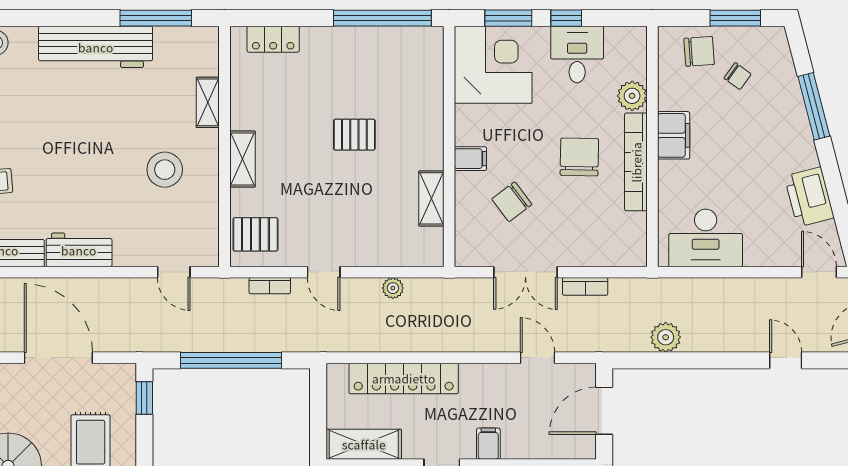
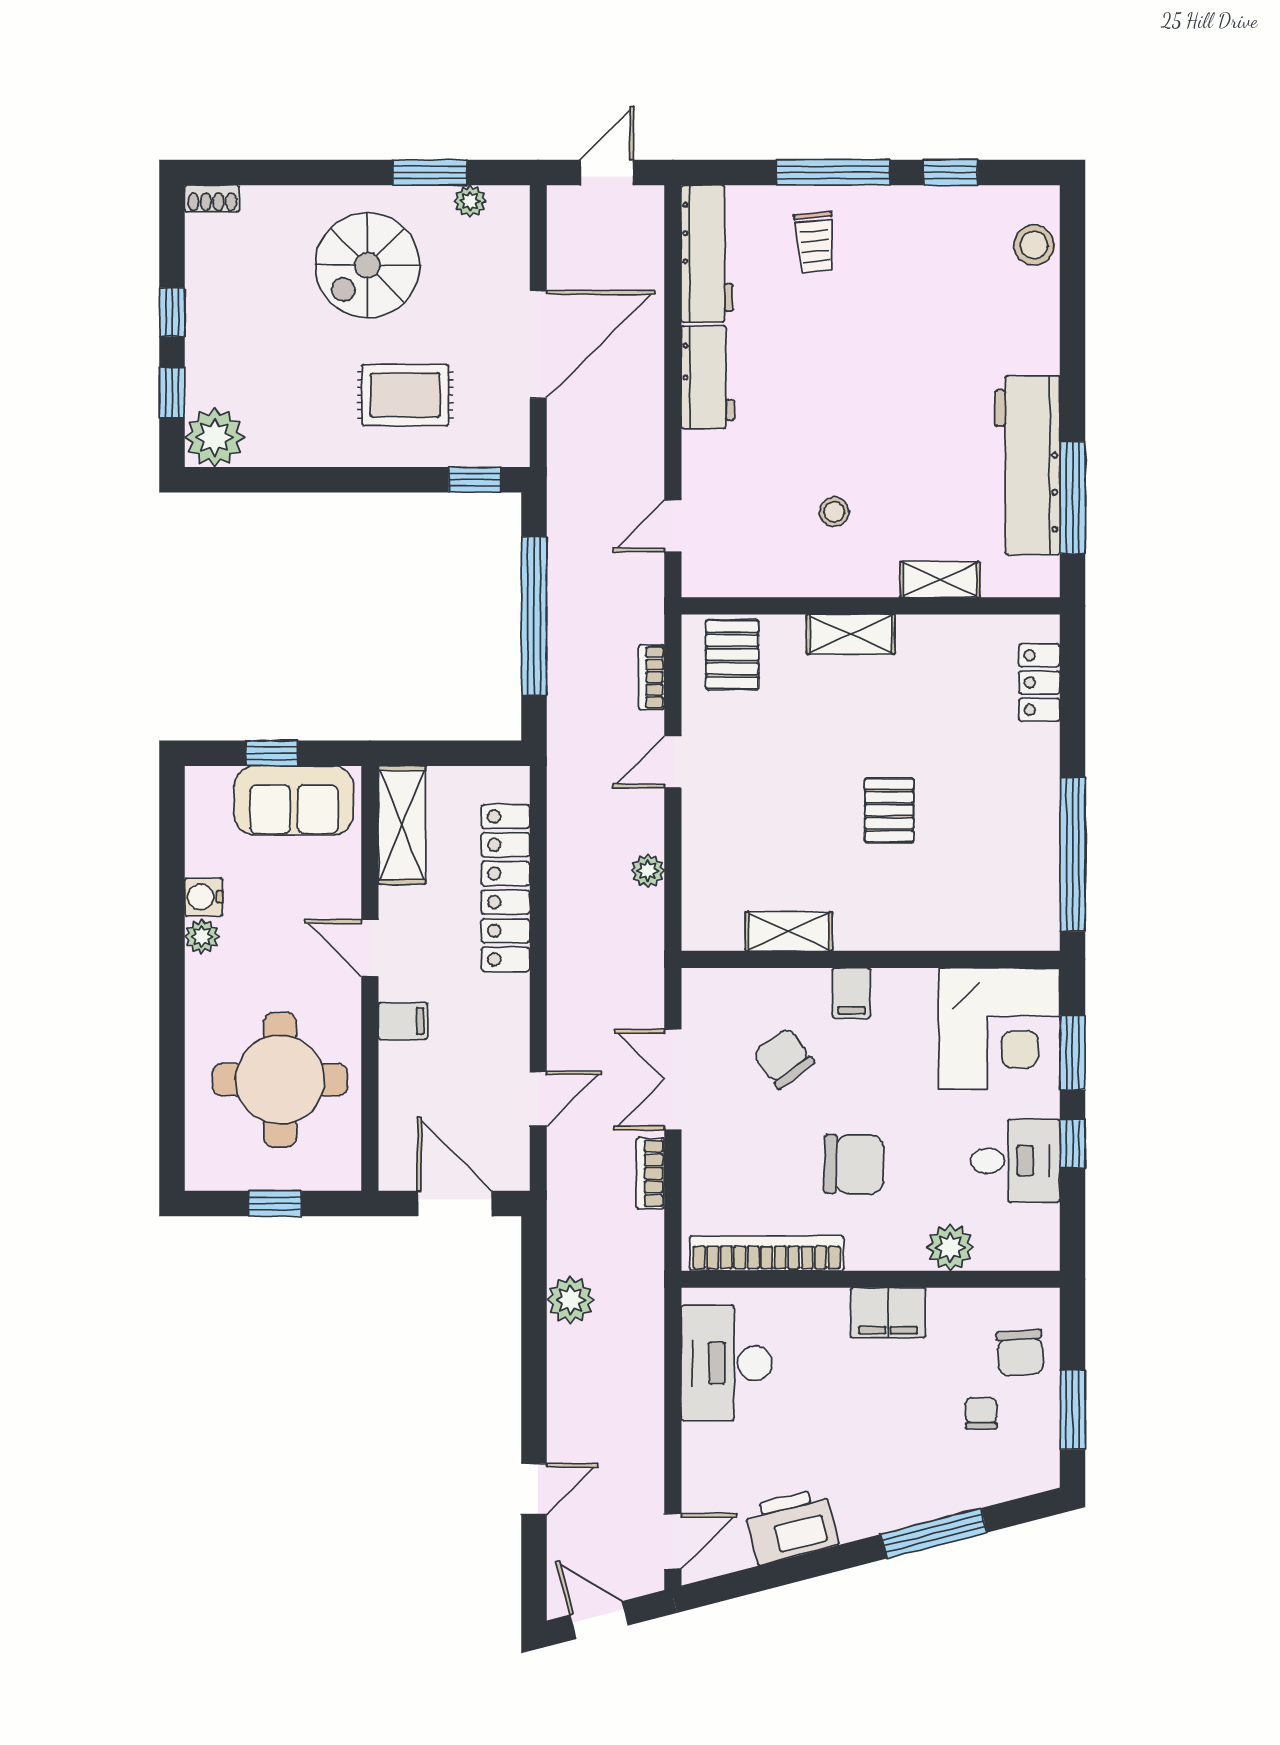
workbench: (96, 47) -> (1027, 465), moved
chair: (738, 76) -> (981, 1413), turned 144
bookcase: (636, 162) -> (767, 1253), moved
stool: (165, 170) -> (834, 512), width x0.53, depth x0.53

